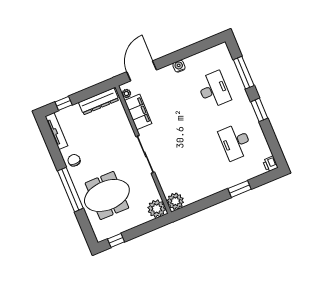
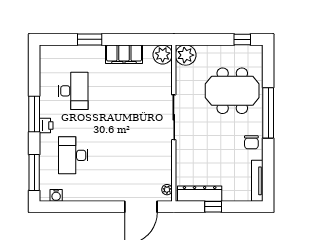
water cooler: (179, 66) -> (56, 195), moved
window: (244, 73) -> (34, 172), moved
window: (64, 103) -> (213, 207), moved
window: (259, 110) -> (34, 114), width x1.44
filing cabinet: (138, 112) -> (124, 54), moved, turned -90
printer: (270, 164) -> (46, 126), moved

